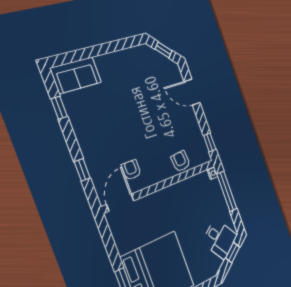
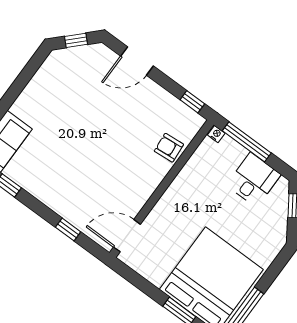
armchair: (131, 170) -> (119, 195), removed
door: (120, 203) -> (127, 236), hinge flipped
desk: (220, 239) -> (254, 180), moved, turned -56

